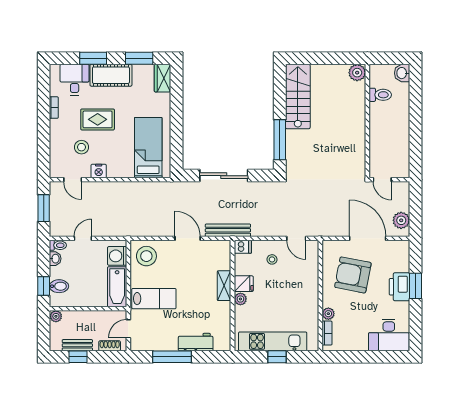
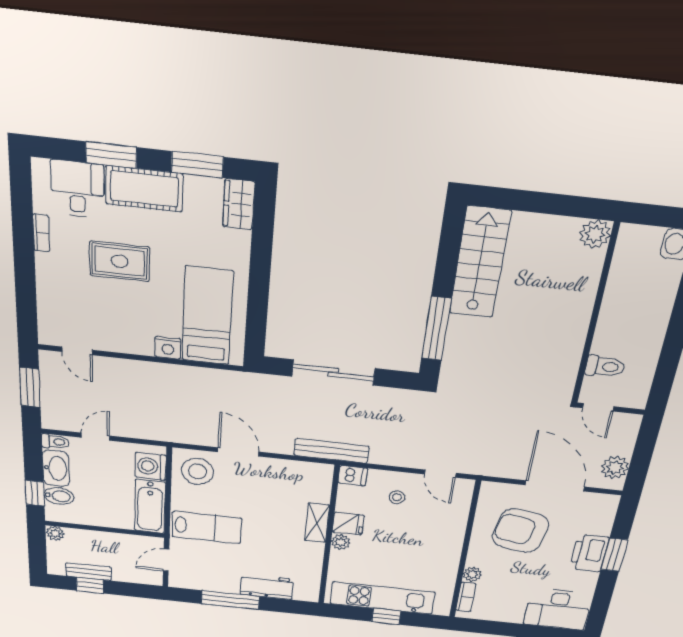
toilet: (380, 95) -> (605, 366), moved
stool: (81, 147) -> (92, 303), removed
nightstand: (99, 171) -> (168, 348), moved
door: (188, 238) -> (238, 452), moved
washbasin: (55, 259) -> (56, 468), width x1.91, depth x1.45
shoe rack: (110, 346) -> (137, 577), removed

